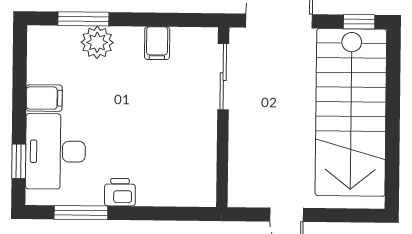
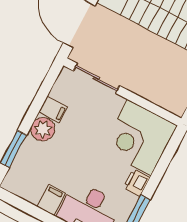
plant: (97, 42) -> (43, 129), moved
corner desk: (177, 167) -> (139, 138), added

